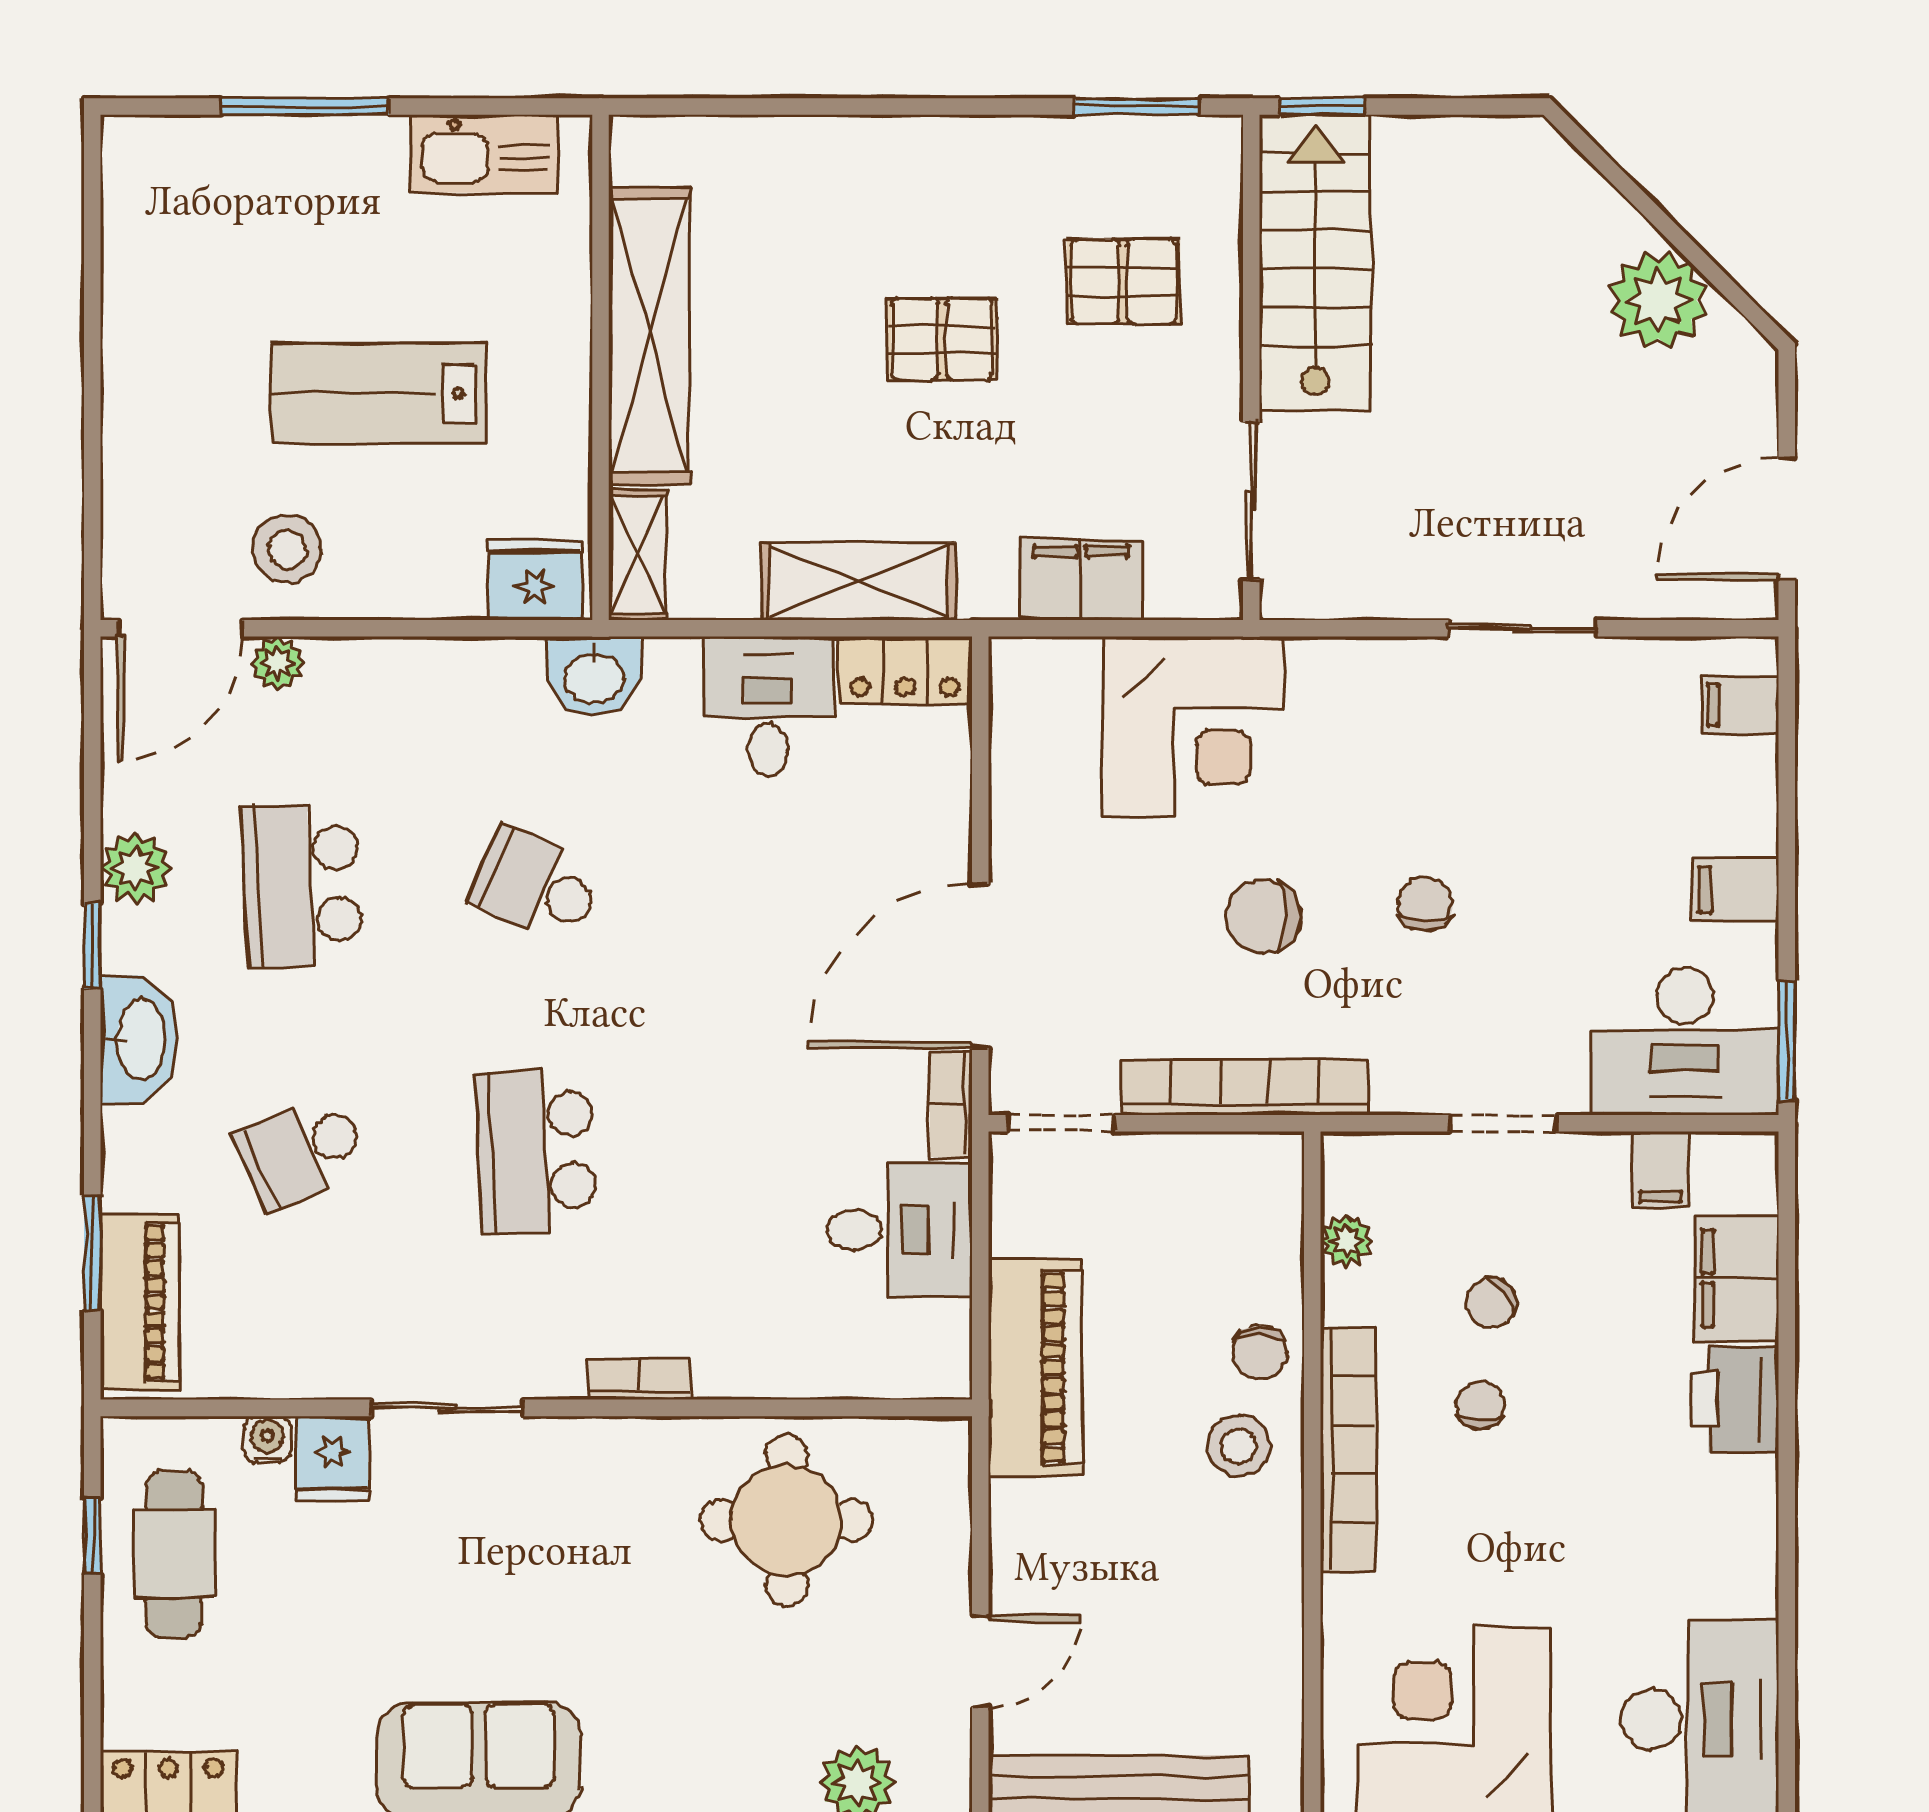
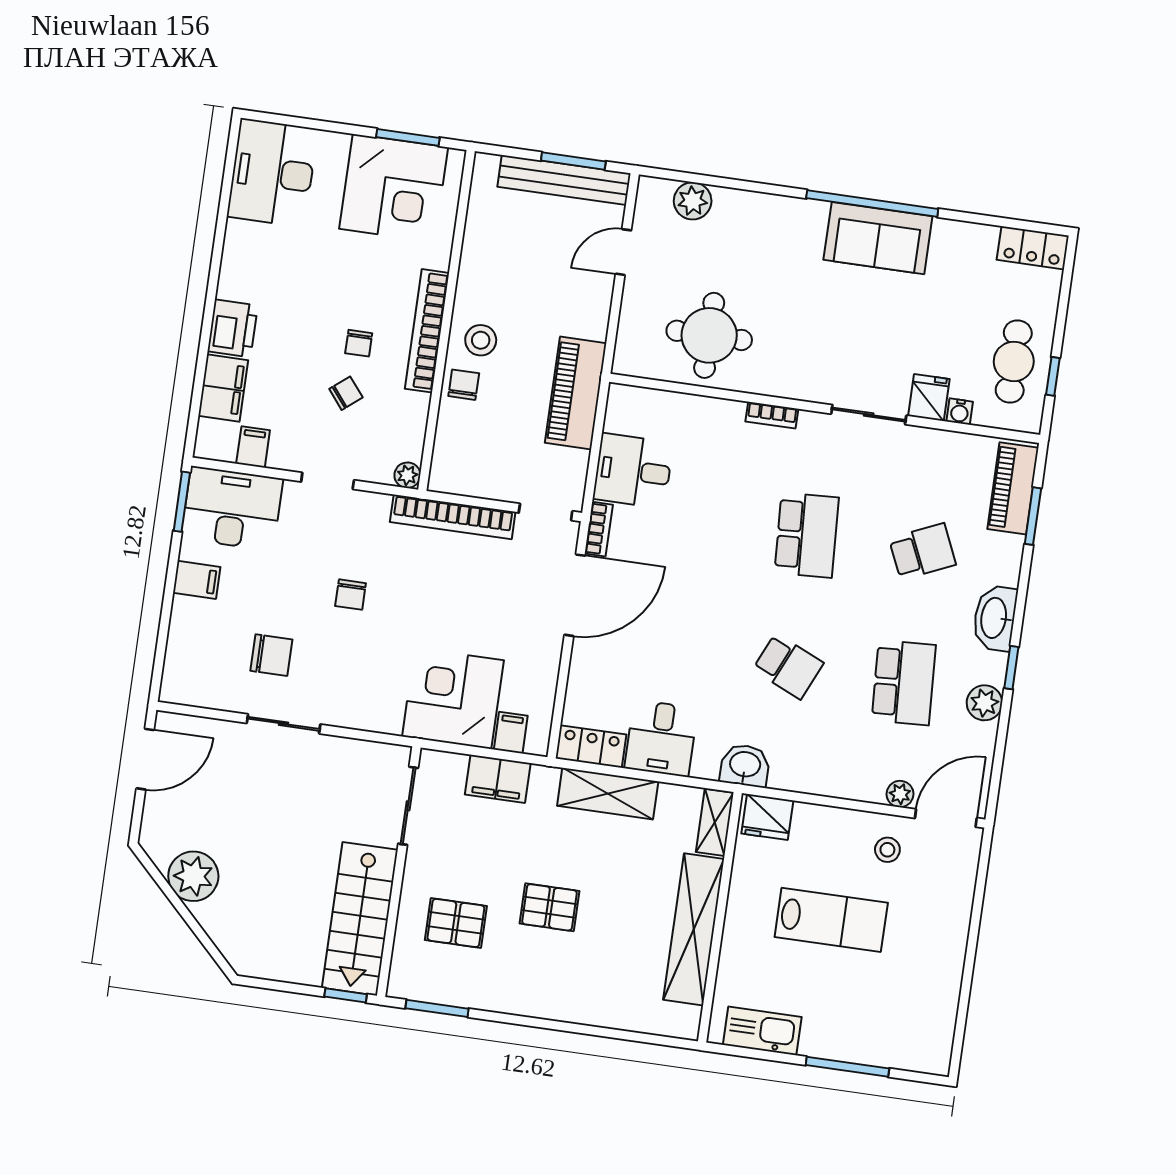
stool: (287, 549) -> (887, 850), width x0.73, depth x0.73
filing cabinet: (1740, 705) -> (511, 733), moved, turned -90
chair: (1263, 916) -> (271, 655), moved
plant: (1346, 1241) -> (407, 475), moved

